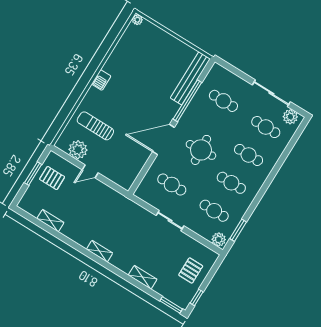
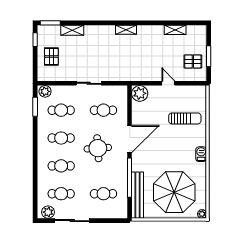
parasol: (152, 59) -> (174, 192), added
plant: (78, 150) -> (140, 93), moved
door: (90, 171) -> (168, 83), hinge flipped
shelving: (143, 277) -> (72, 30), moved

